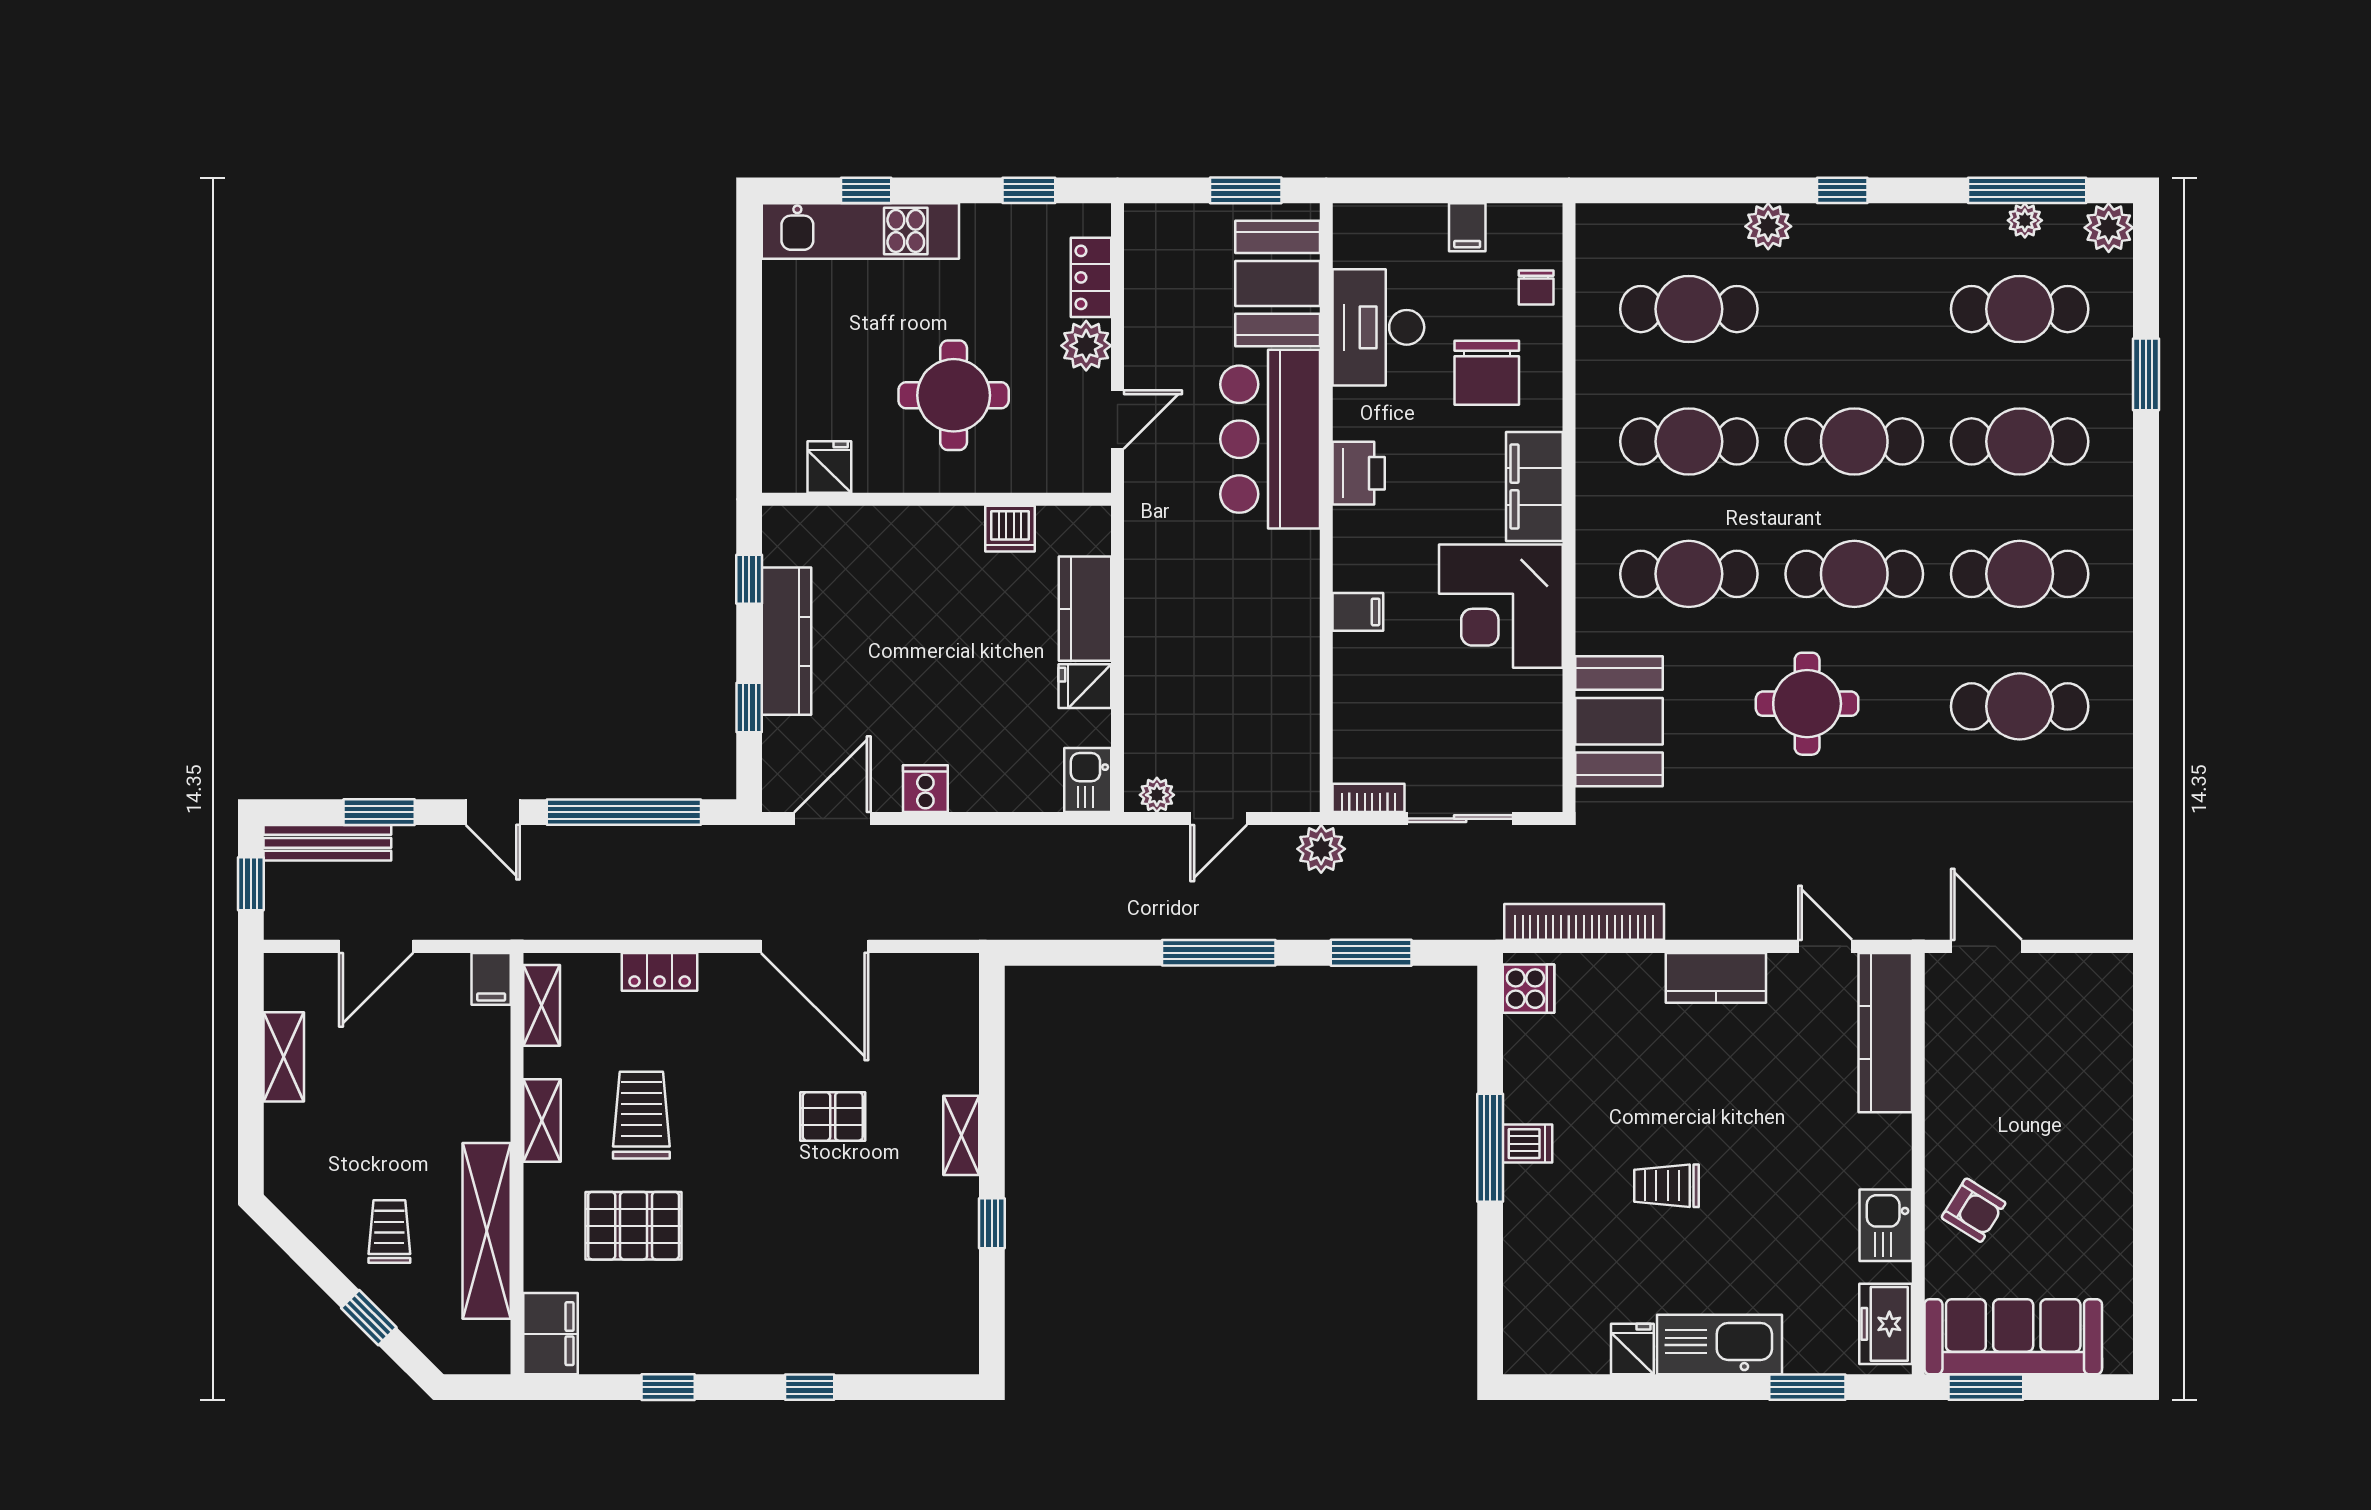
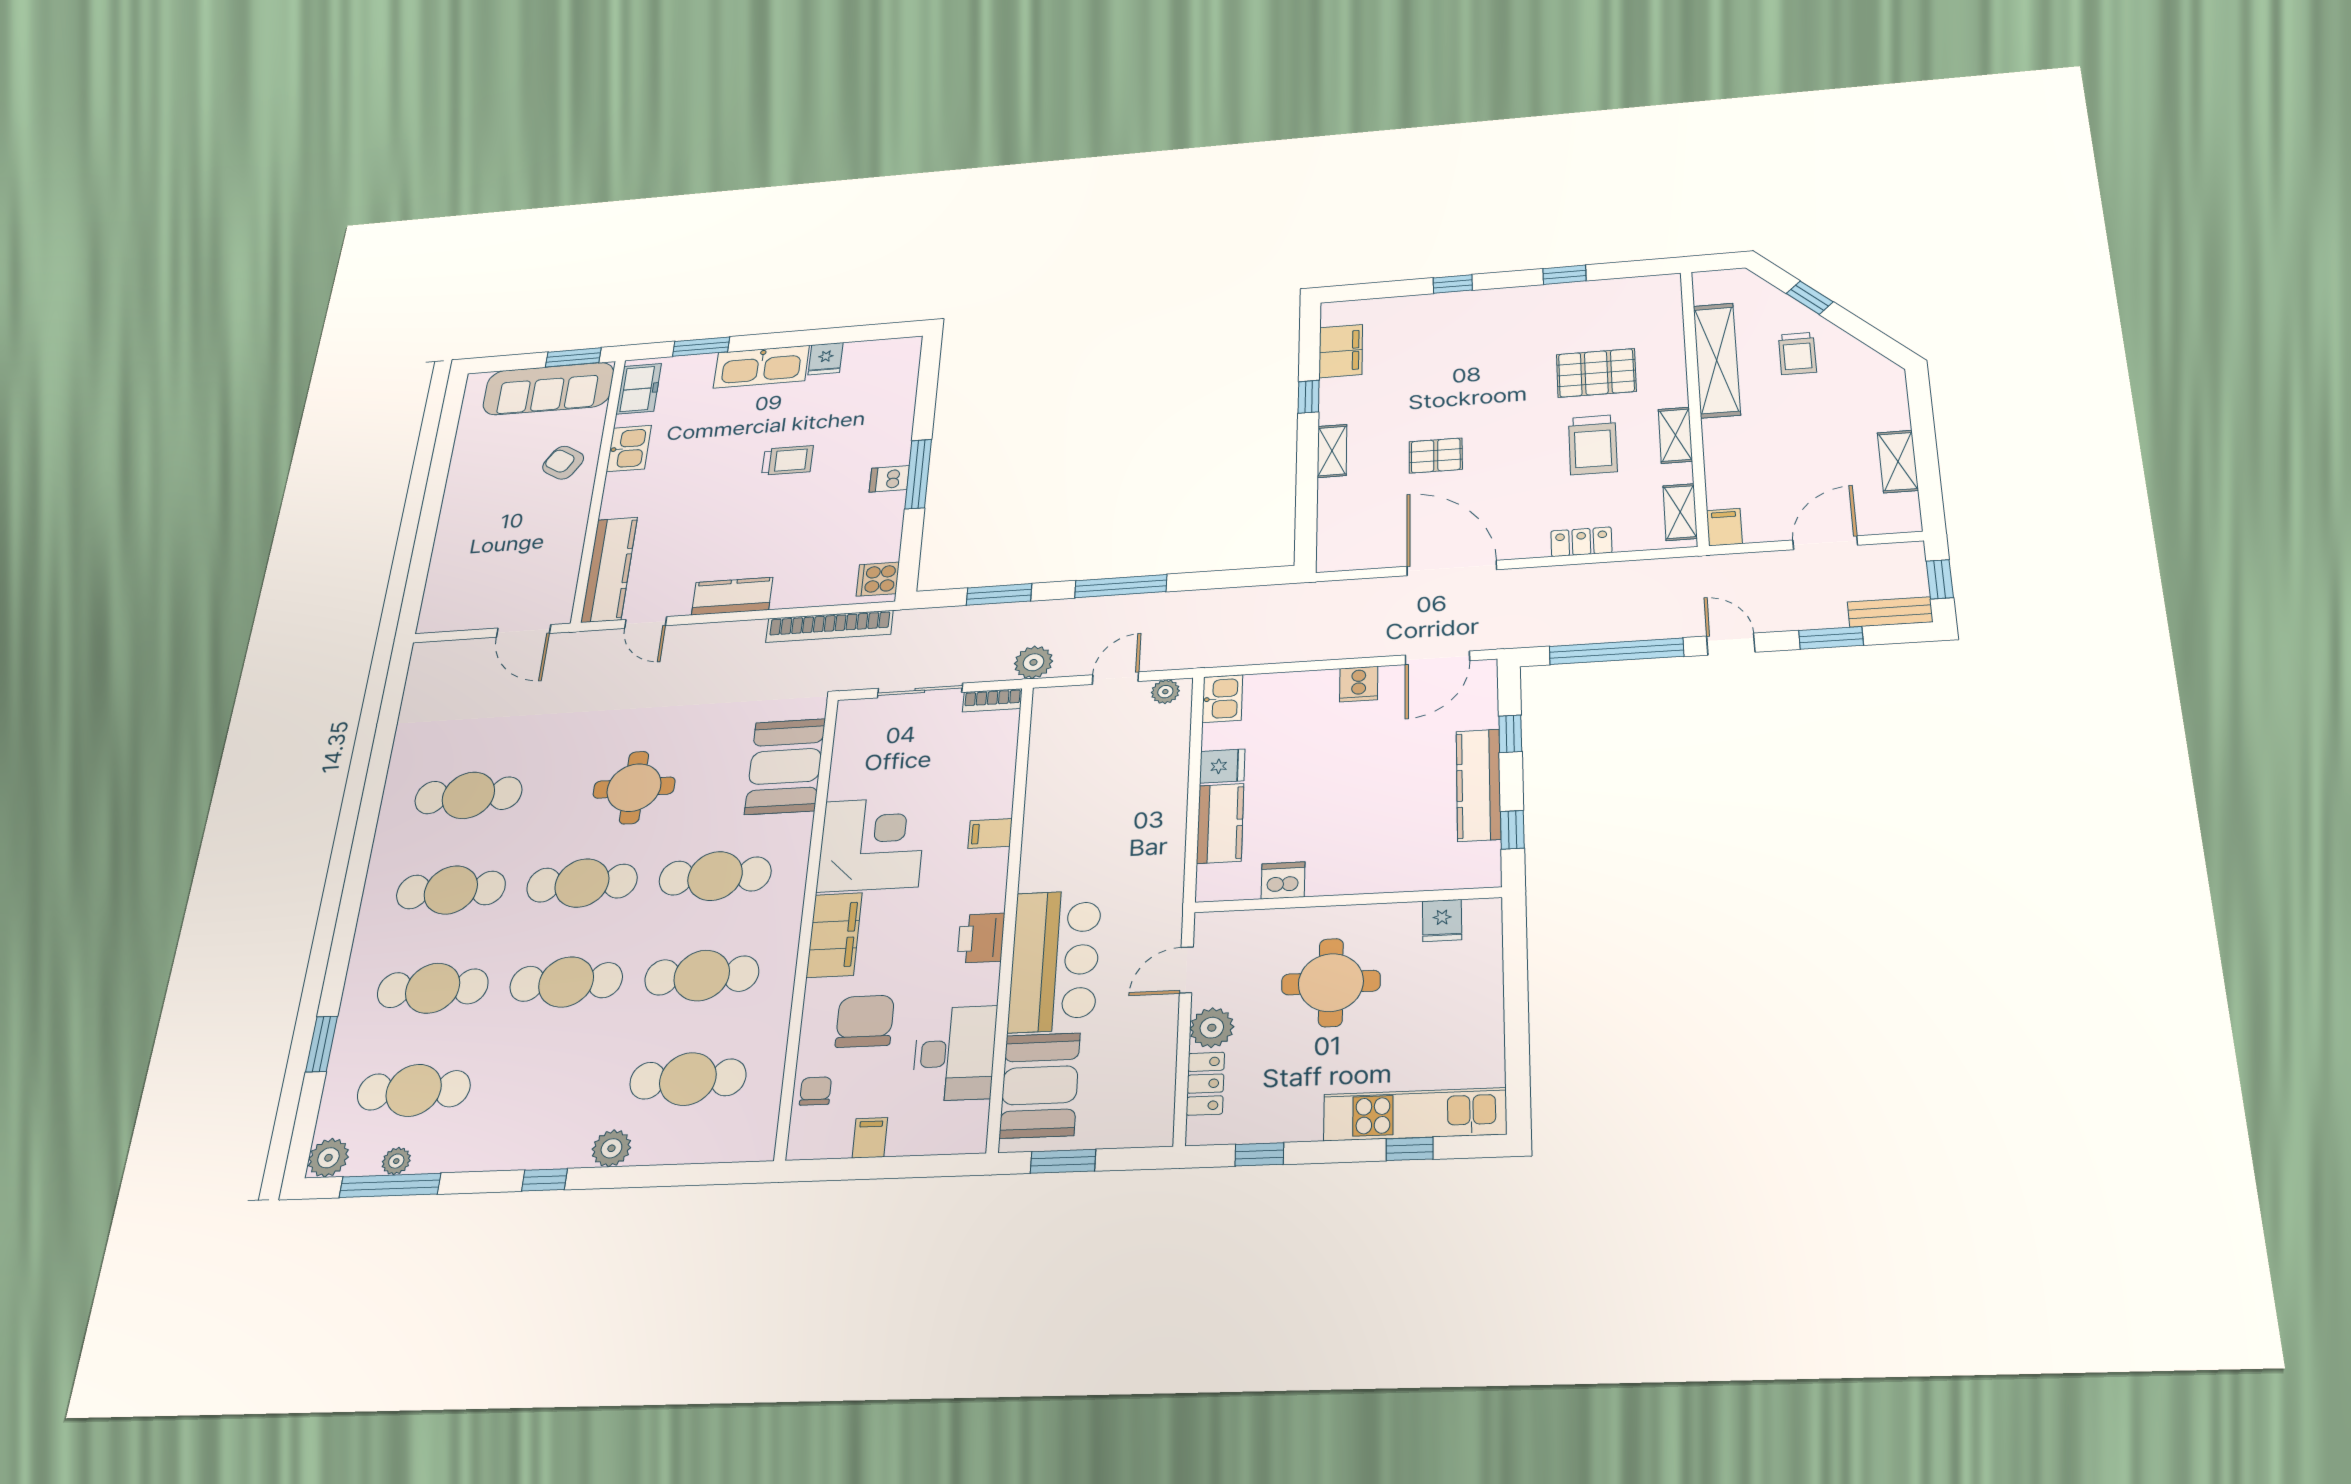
bench: (327, 843) -> (1890, 612), width x0.73
filing cabinet: (551, 1334) -> (1341, 351), moved, turned 180

